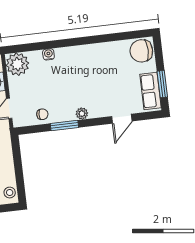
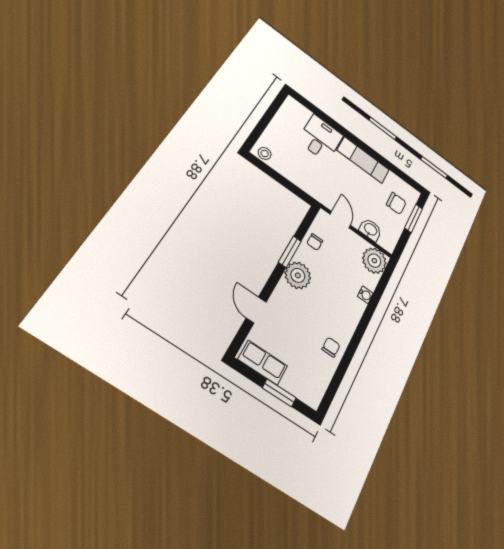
chair: (141, 51) -> (331, 347), moved, width x0.54, depth x0.54
window: (162, 84) -> (279, 393), moved
plant: (82, 114) -> (298, 275), width x1.87, depth x1.87

